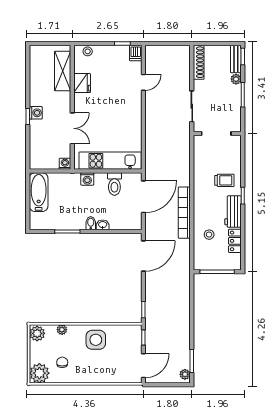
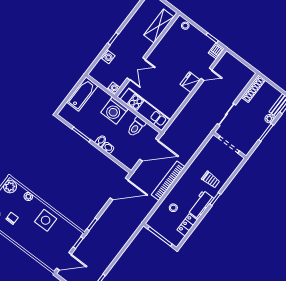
fridge: (82, 83) -> (190, 82), moved, turned 180
washing machine: (36, 113) -> (108, 57), moved
washing machine: (87, 179) -> (114, 111), width x1.89, depth x1.89

